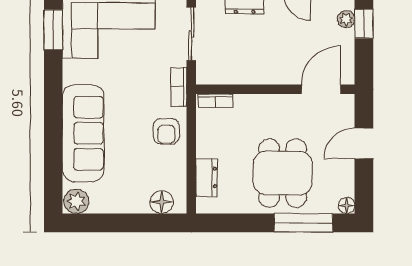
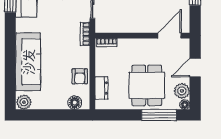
armchair: (166, 131) -> (80, 76), moved
plant: (342, 182) -> (182, 91), added

